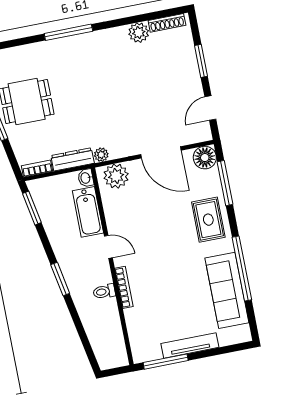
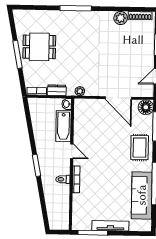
dresser: (73, 159) -> (57, 90), width x0.70
plant: (116, 176) -> (86, 107), removed
window: (32, 208) -> (28, 116), removed

